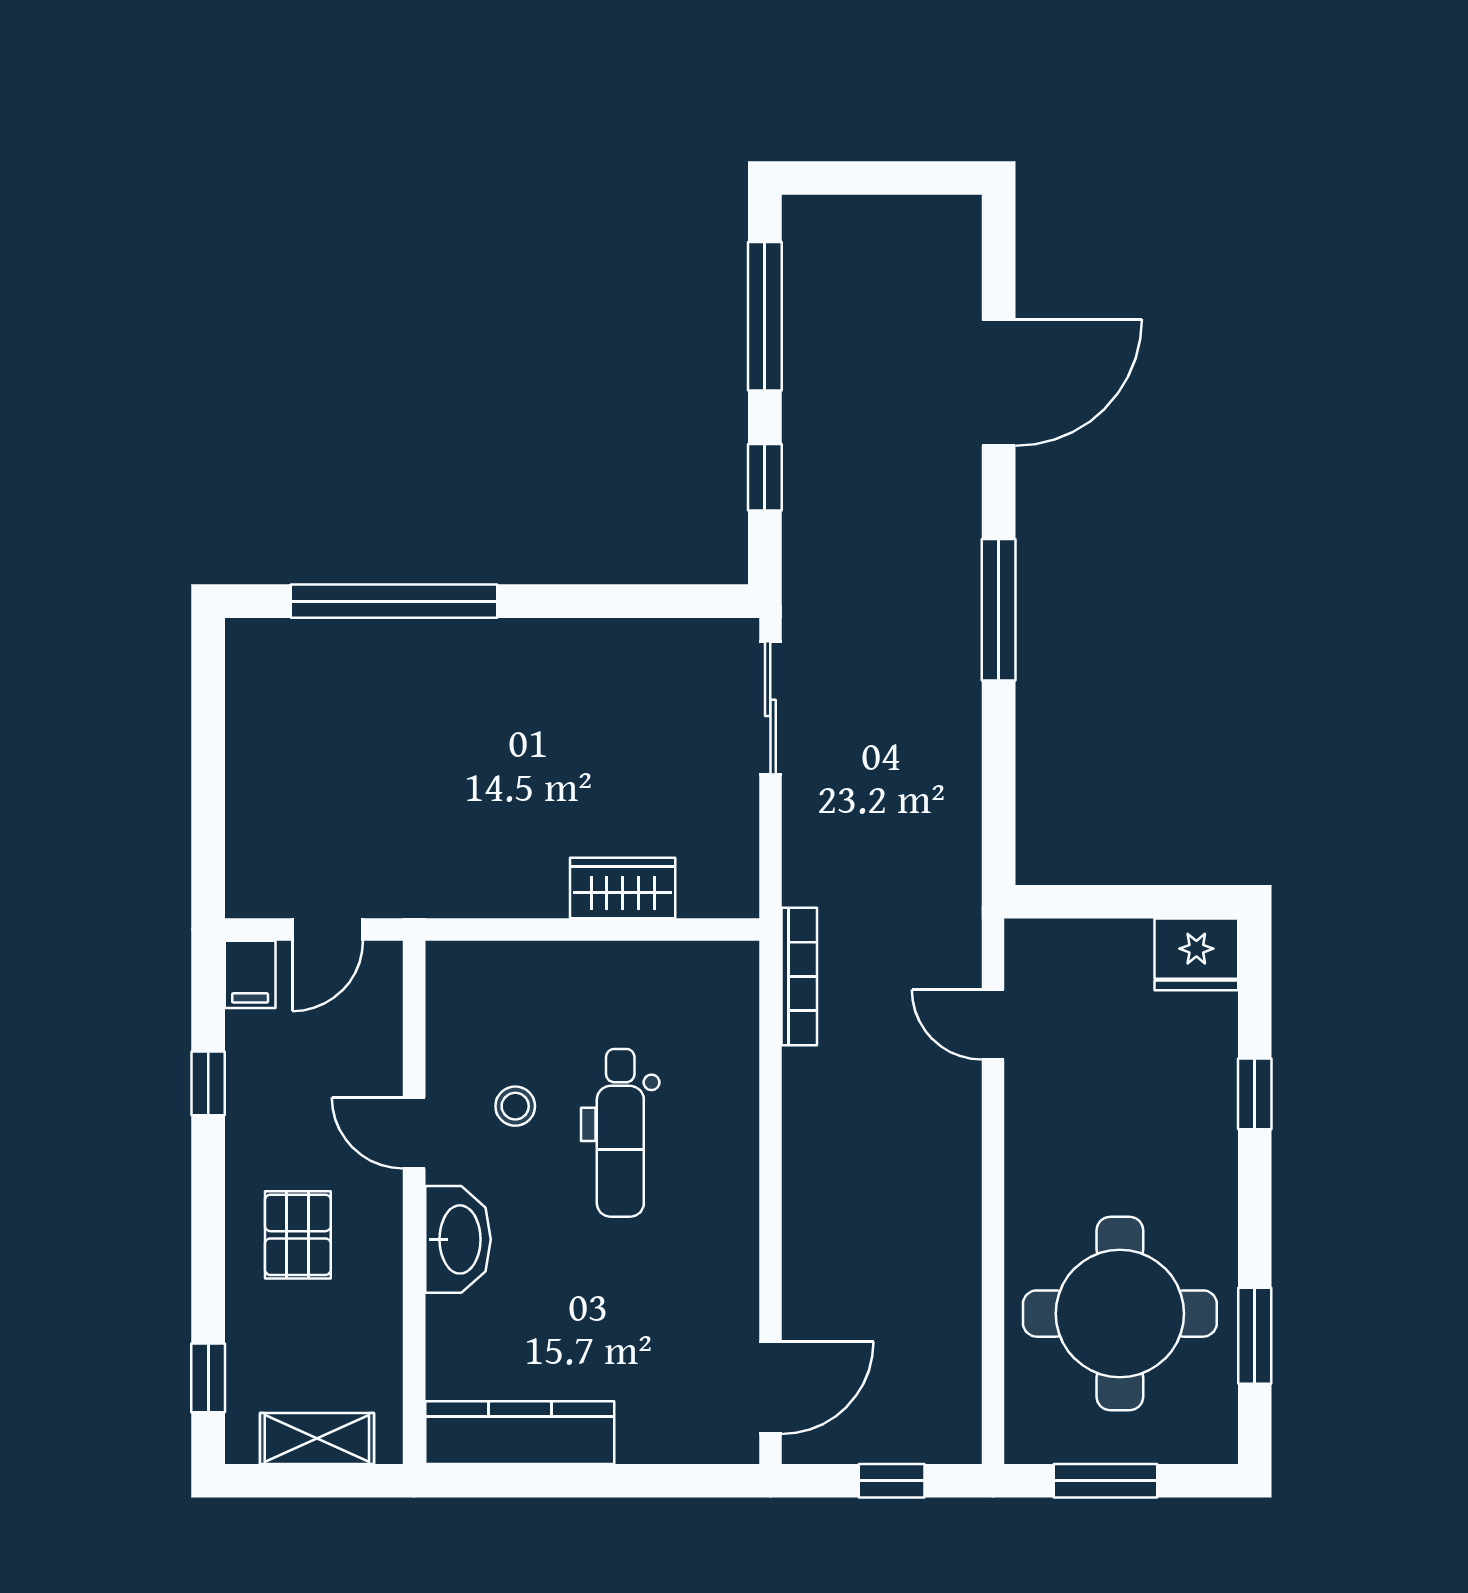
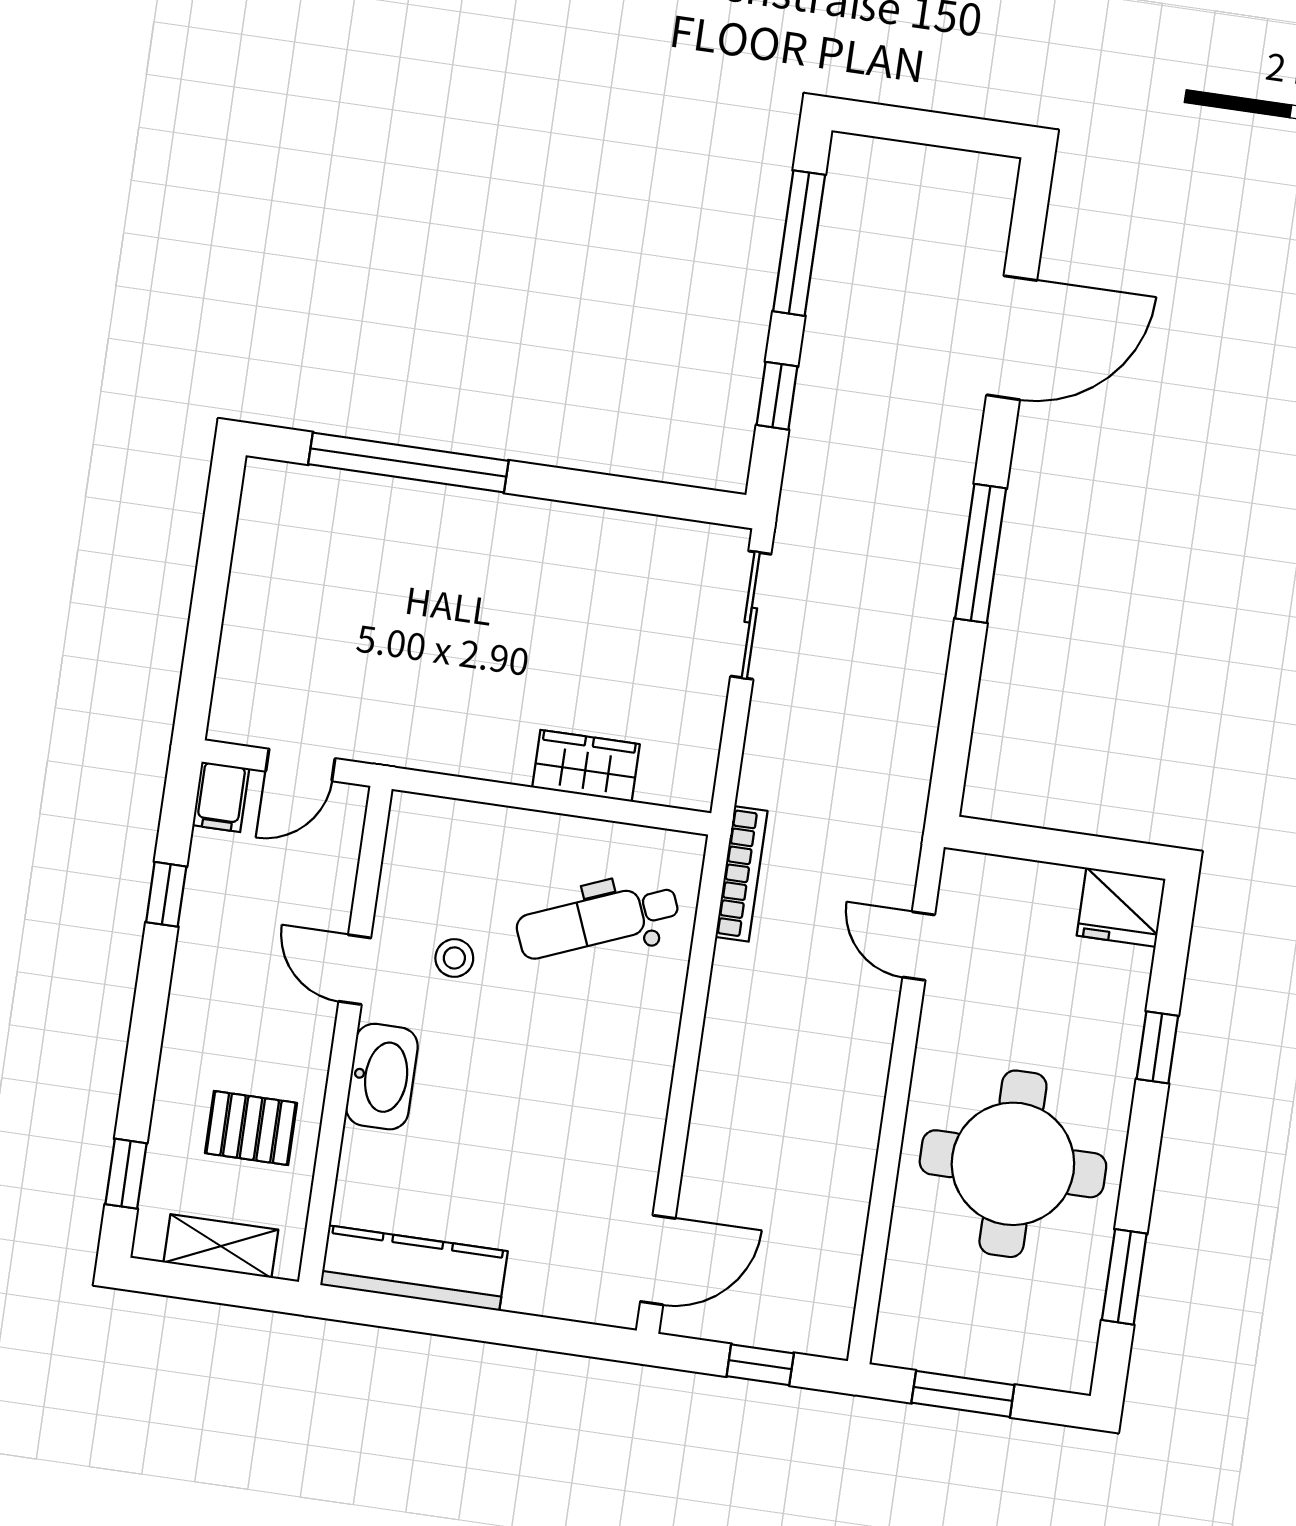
dental chair: (620, 1133) -> (598, 921), moved, turned 68
pallet: (298, 1235) -> (251, 1128), moved, turned 90
round table: (1120, 1314) -> (1013, 1164), moved

